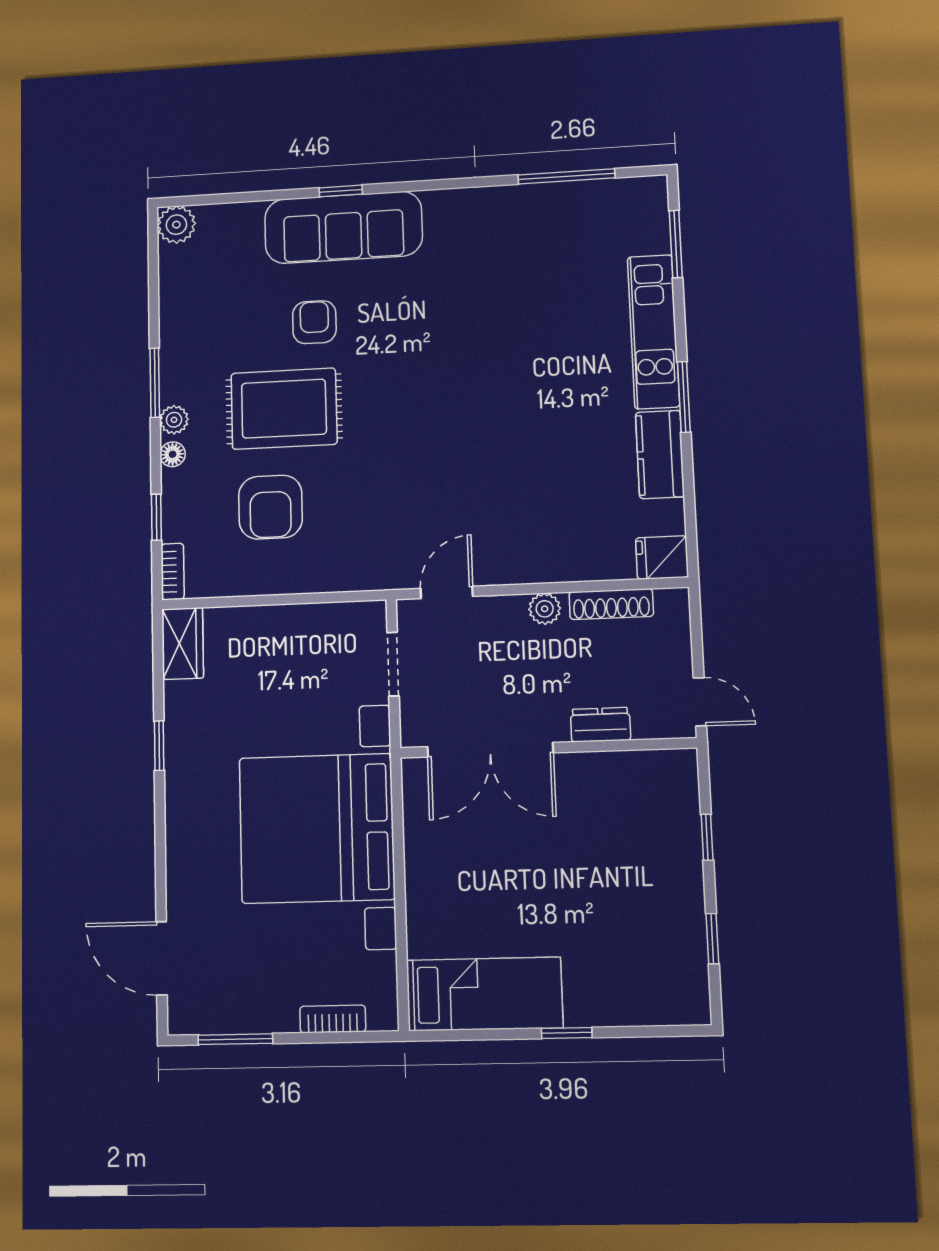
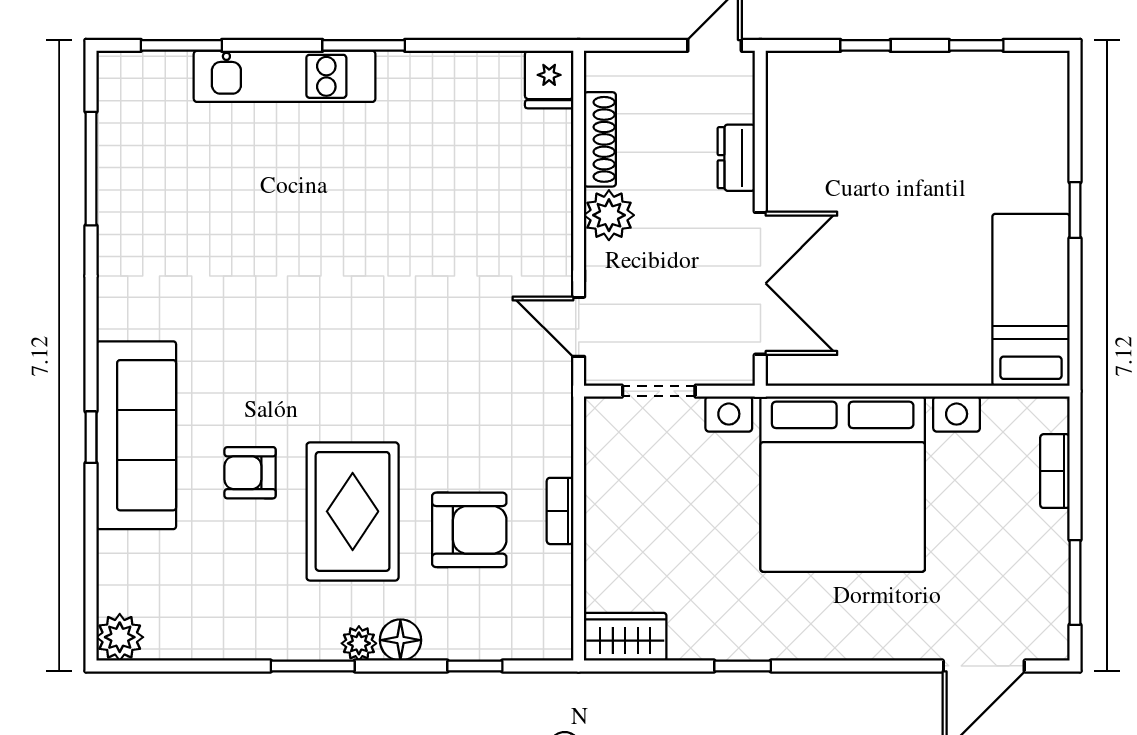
floor lamp: (173, 454) -> (400, 640), width x1.37, depth x1.37
kitchen counter: (660, 454) -> (430, 76), removed
bookcase: (173, 571) -> (560, 511), moved, turned -90
plant: (545, 609) -> (609, 215), width x1.38, depth x1.38

